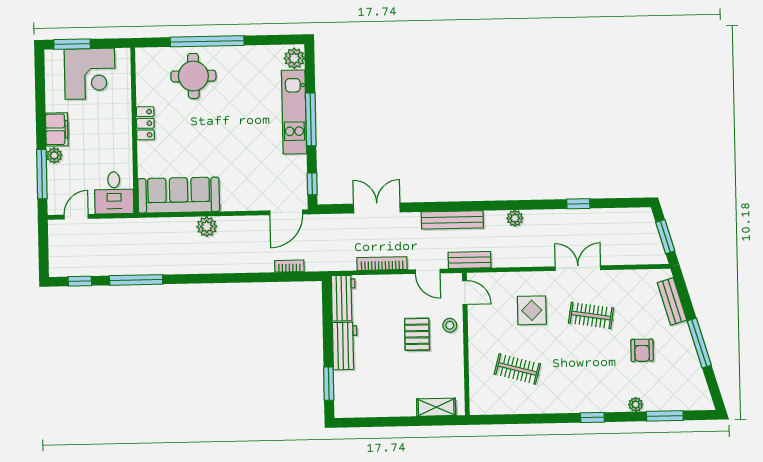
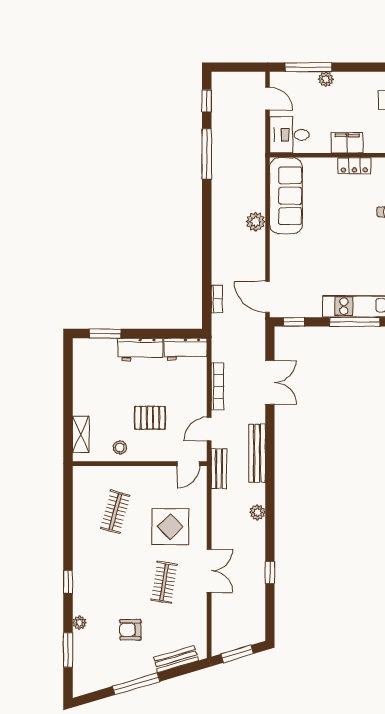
filing cabinet: (57, 129) -> (347, 143), moved, turned 180
display table: (532, 310) -> (170, 527), width x1.36, depth x1.36
stool: (450, 325) -> (120, 447), moved

